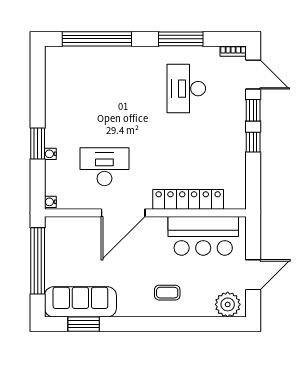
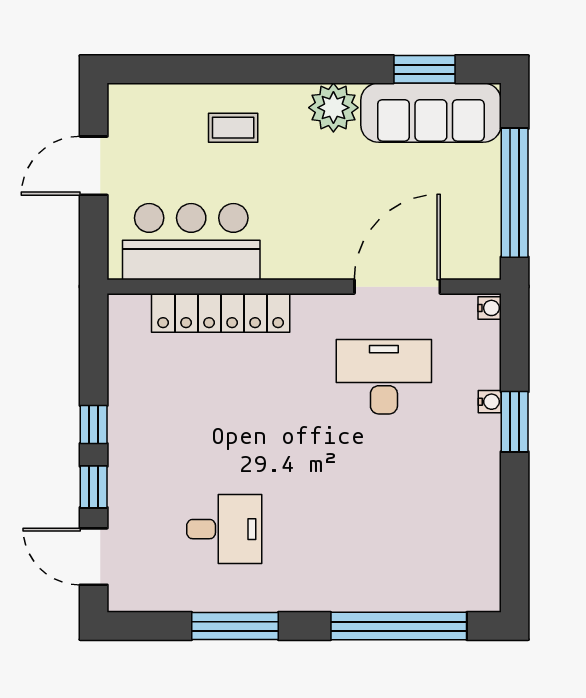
bookcase: (233, 51) -> (133, 602), removed
desk: (186, 89) -> (224, 529), width x0.73
desk: (104, 167) -> (384, 377), turned 180
door: (123, 213) -> (397, 287), moved
coffee table: (167, 293) -> (233, 128), moved
plant: (228, 304) -> (333, 108), moved

